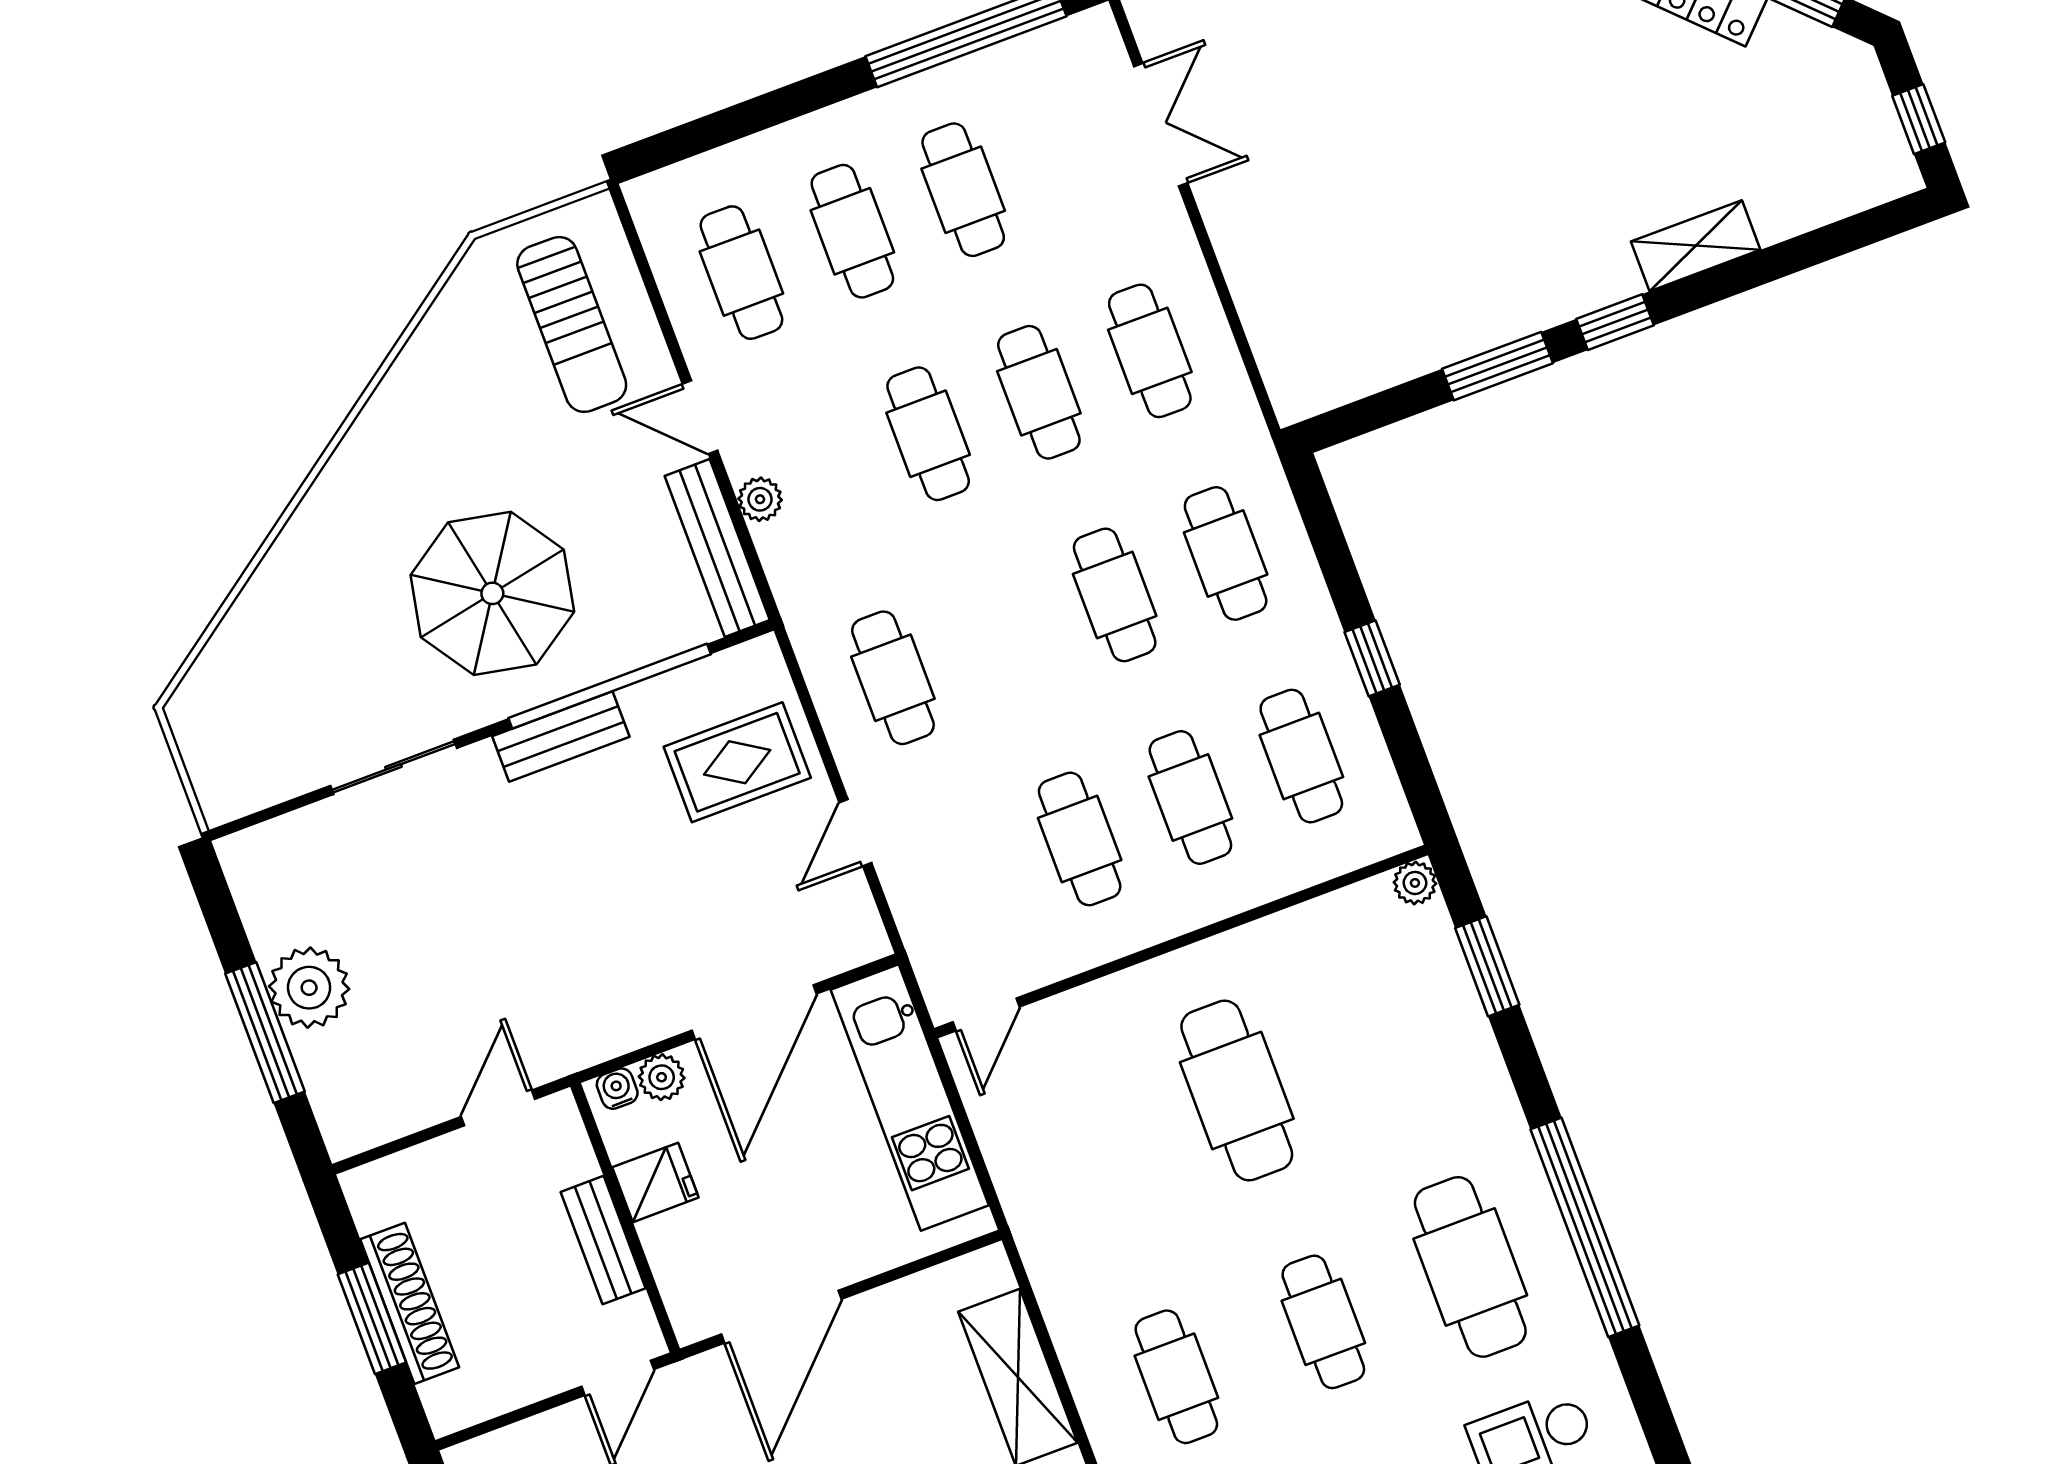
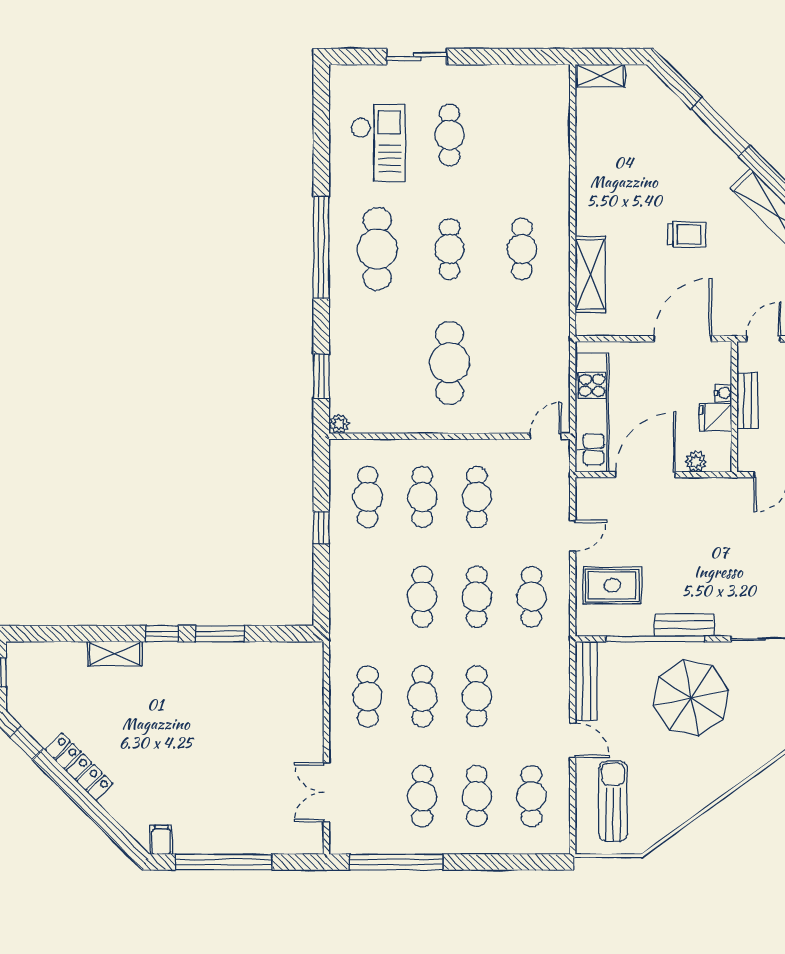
plant: (760, 499) -> (560, 695), removed
cafe table: (1226, 553) -> (477, 597), moved
water cooler: (617, 1089) -> (723, 393), moved, turned -90

